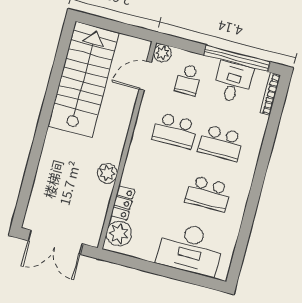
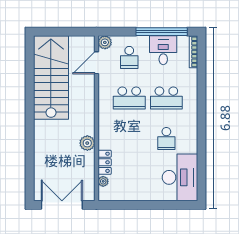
school desk: (208, 194) -> (166, 139), width x0.54
plant: (119, 234) -> (103, 181), width x0.53, depth x0.53
double door: (55, 242) -> (62, 205), swing flipped
desk: (190, 249) -> (180, 177), moved, turned -90

